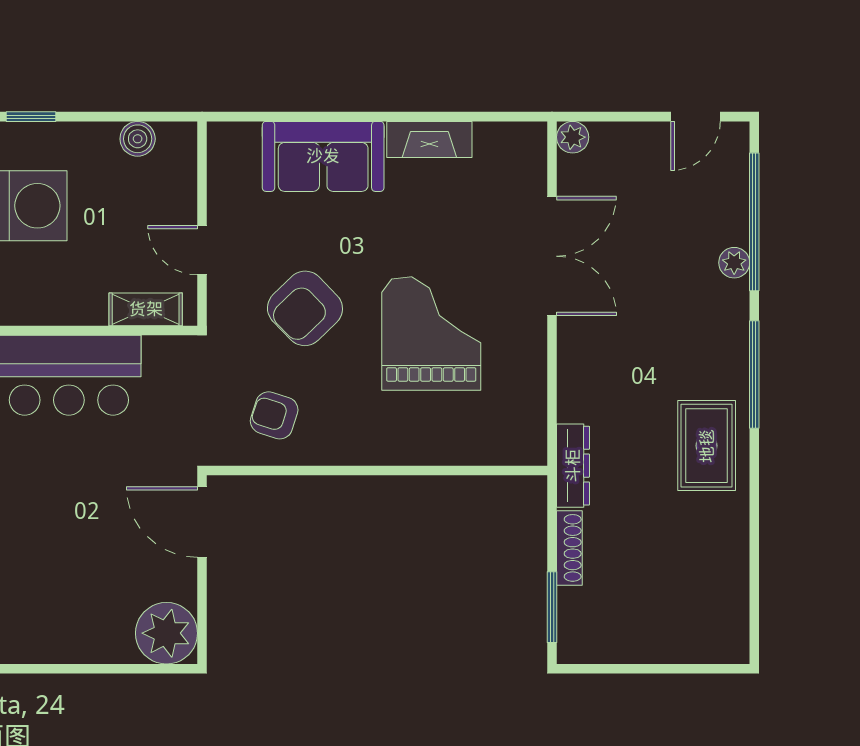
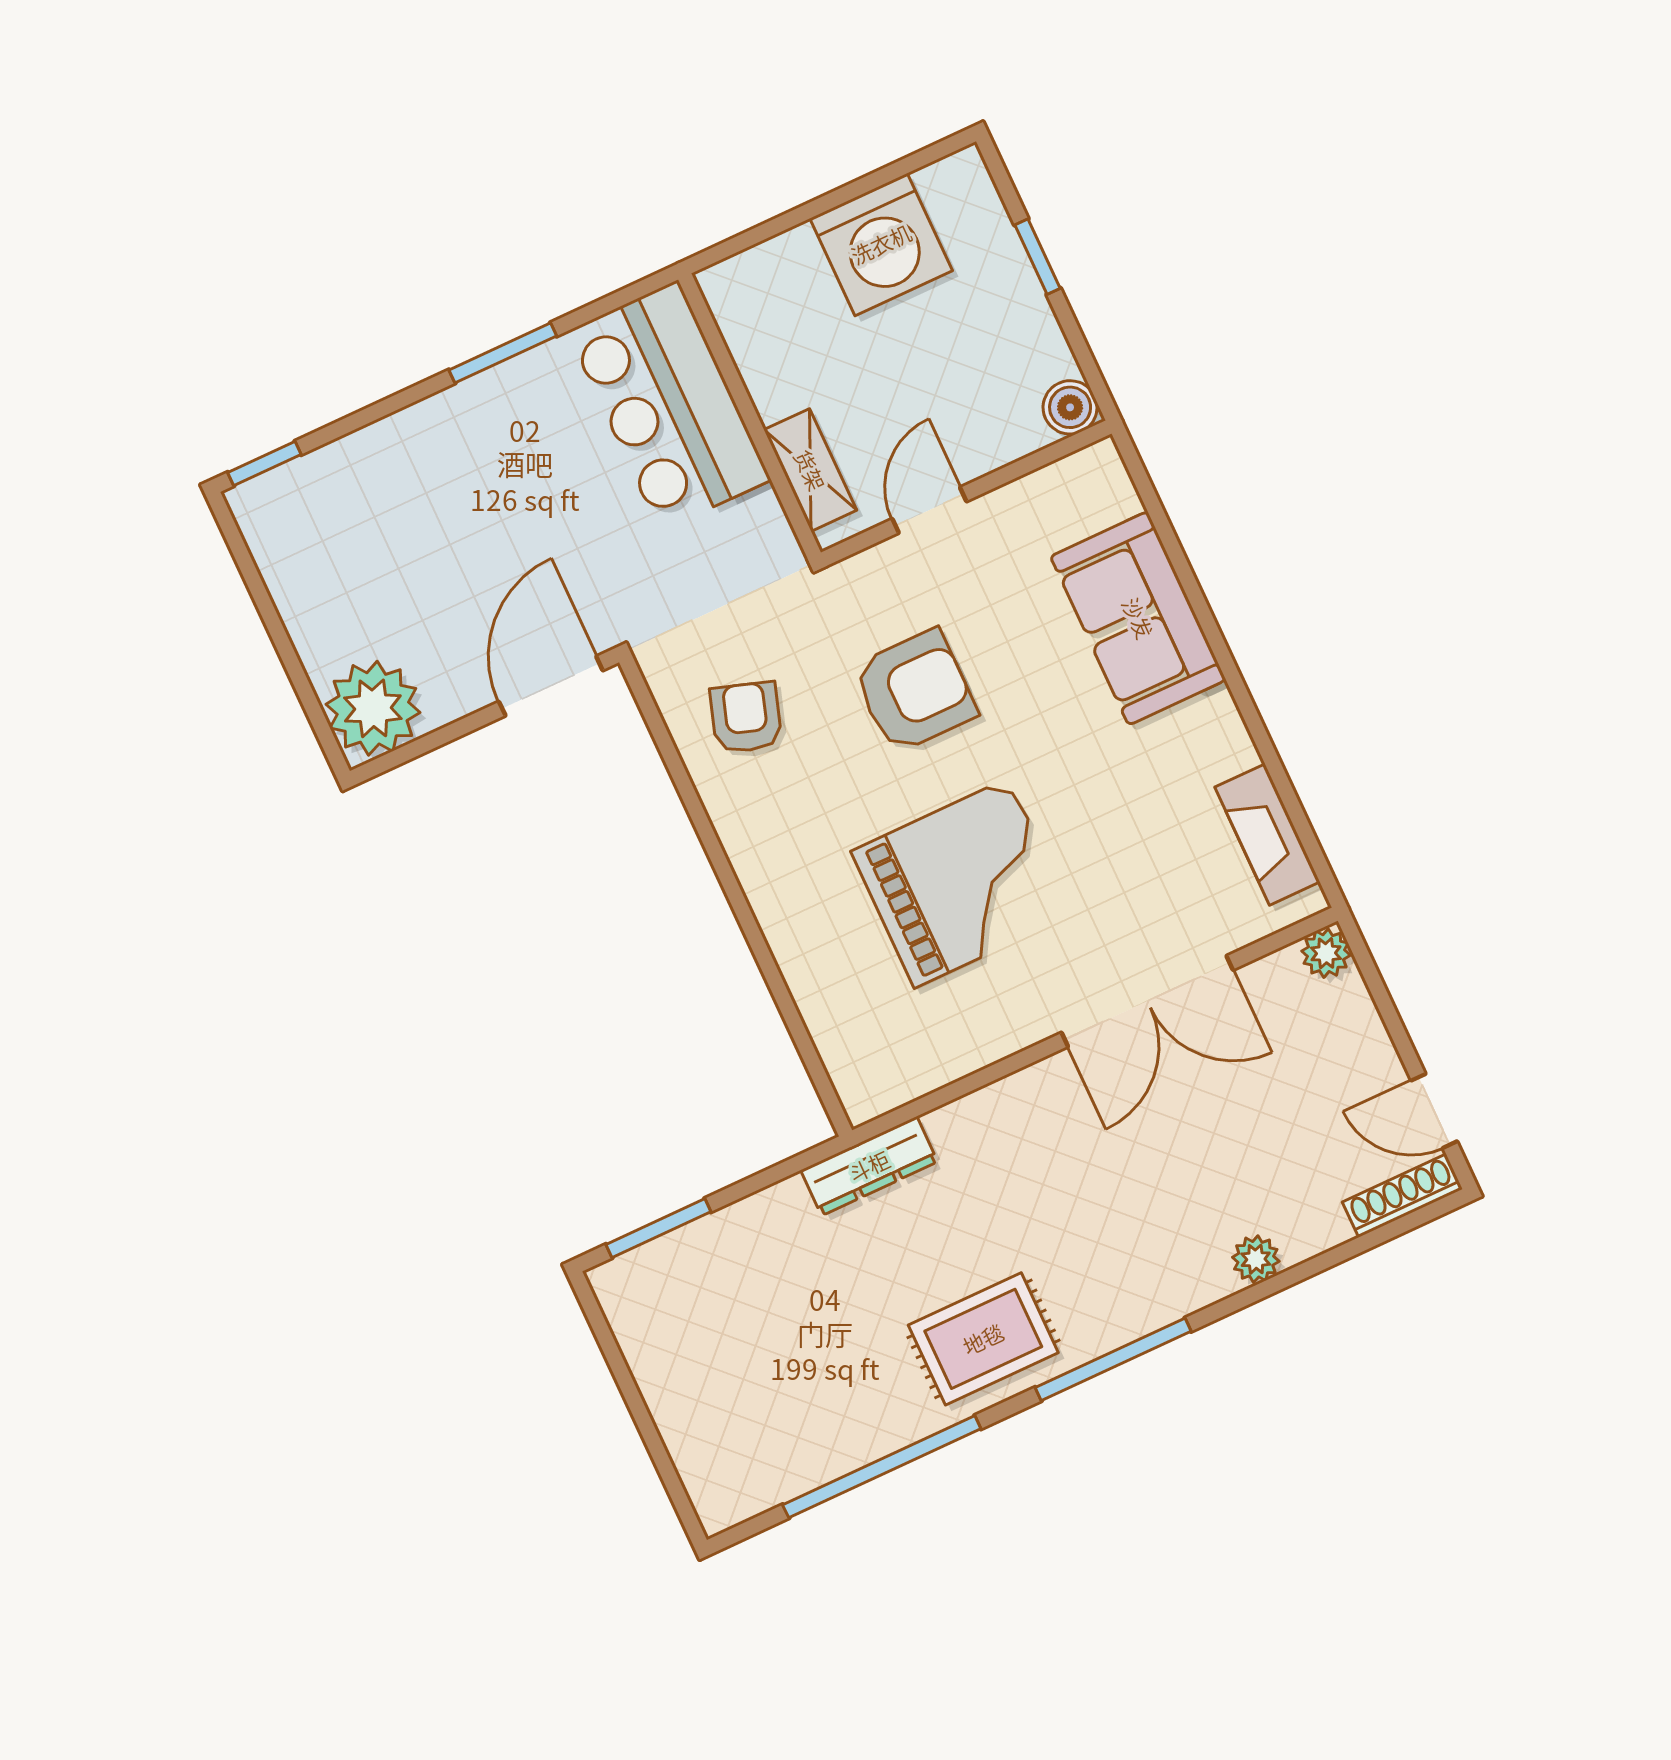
window: (31, 117) -> (1038, 257), moved
boiler: (138, 139) -> (1070, 407), moved
fireplace: (429, 139) -> (1267, 835), moved
window: (754, 222) -> (882, 1467), moved
armchair: (305, 308) -> (915, 691), turned 134
shoe rack: (569, 548) -> (1402, 1196), moved, turned 180

